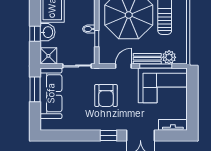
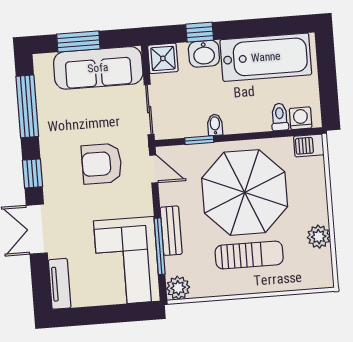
plant: (169, 57) -> (178, 288), moved
door: (123, 66) -> (154, 169), moved
window: (35, 89) -> (78, 41), moved
window: (70, 136) -> (27, 106), added

